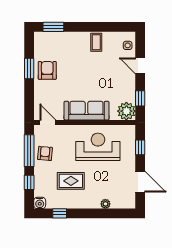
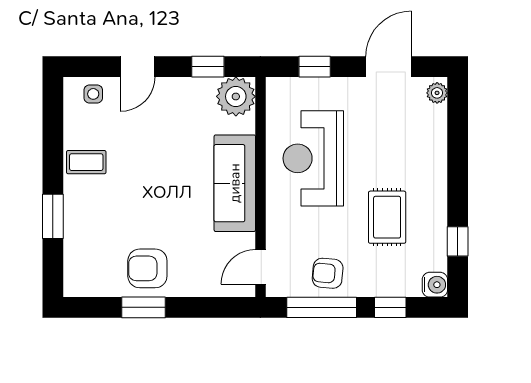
window: (53, 27) -> (53, 216), moved
plant: (105, 204) -> (437, 93), moved

